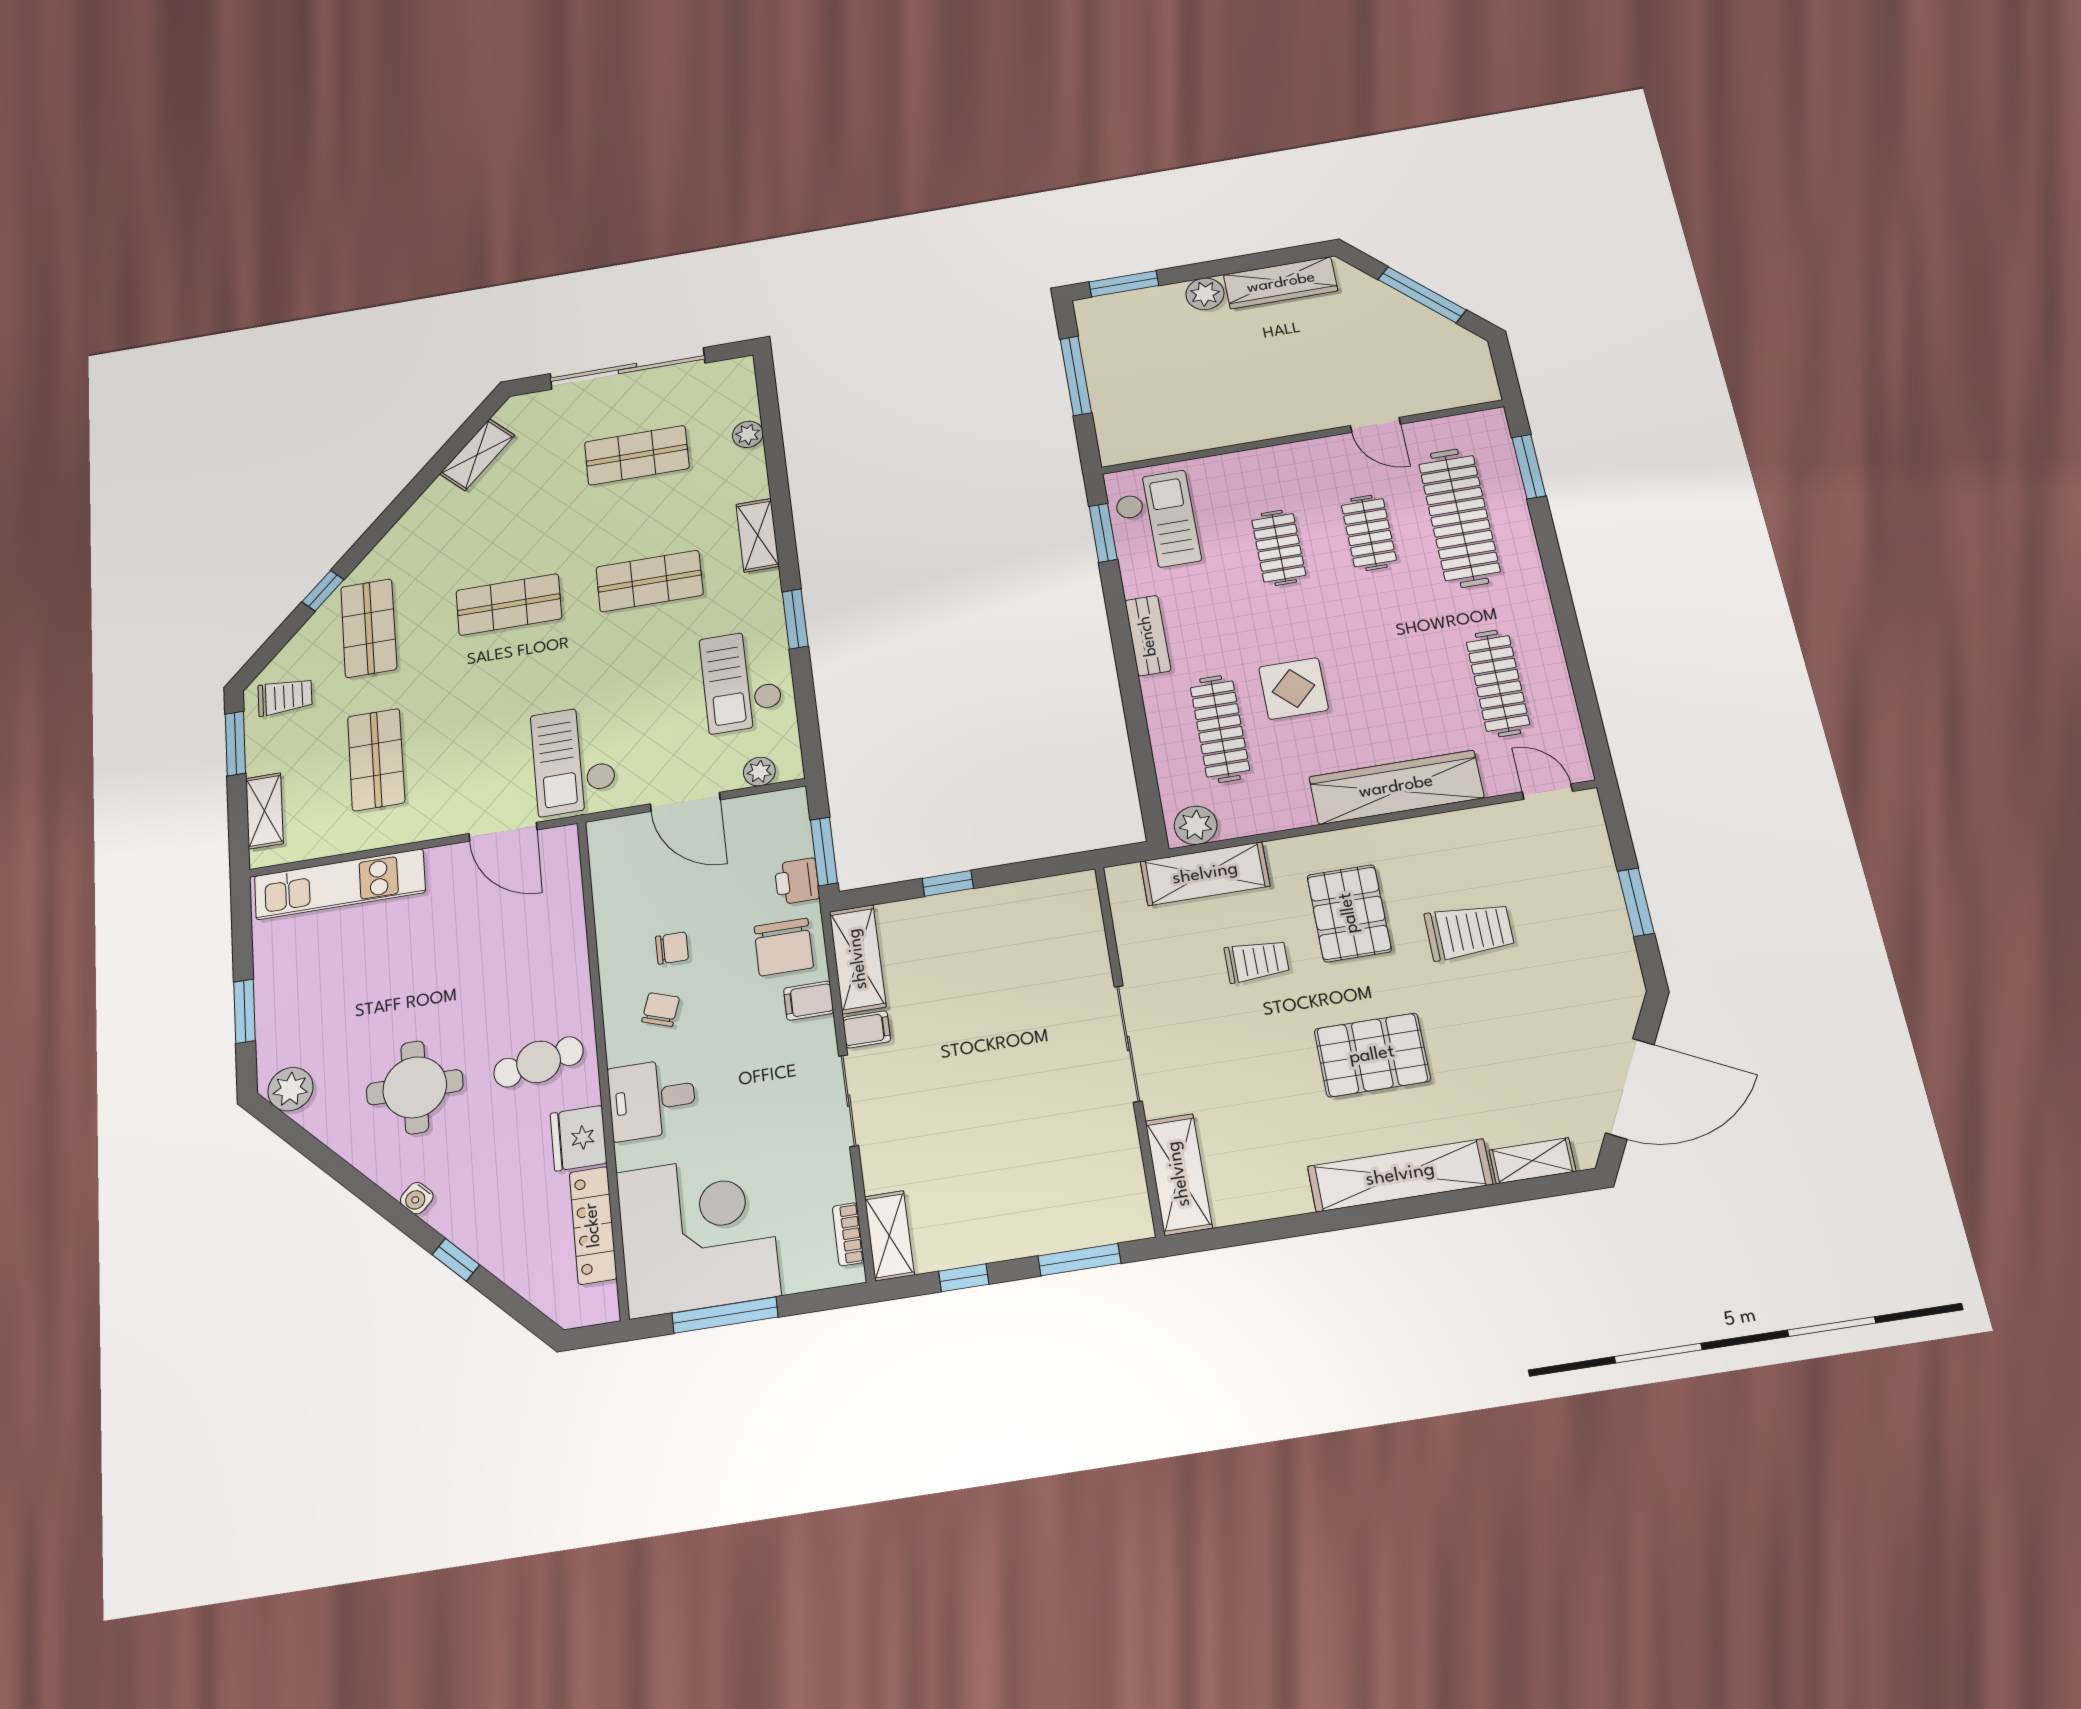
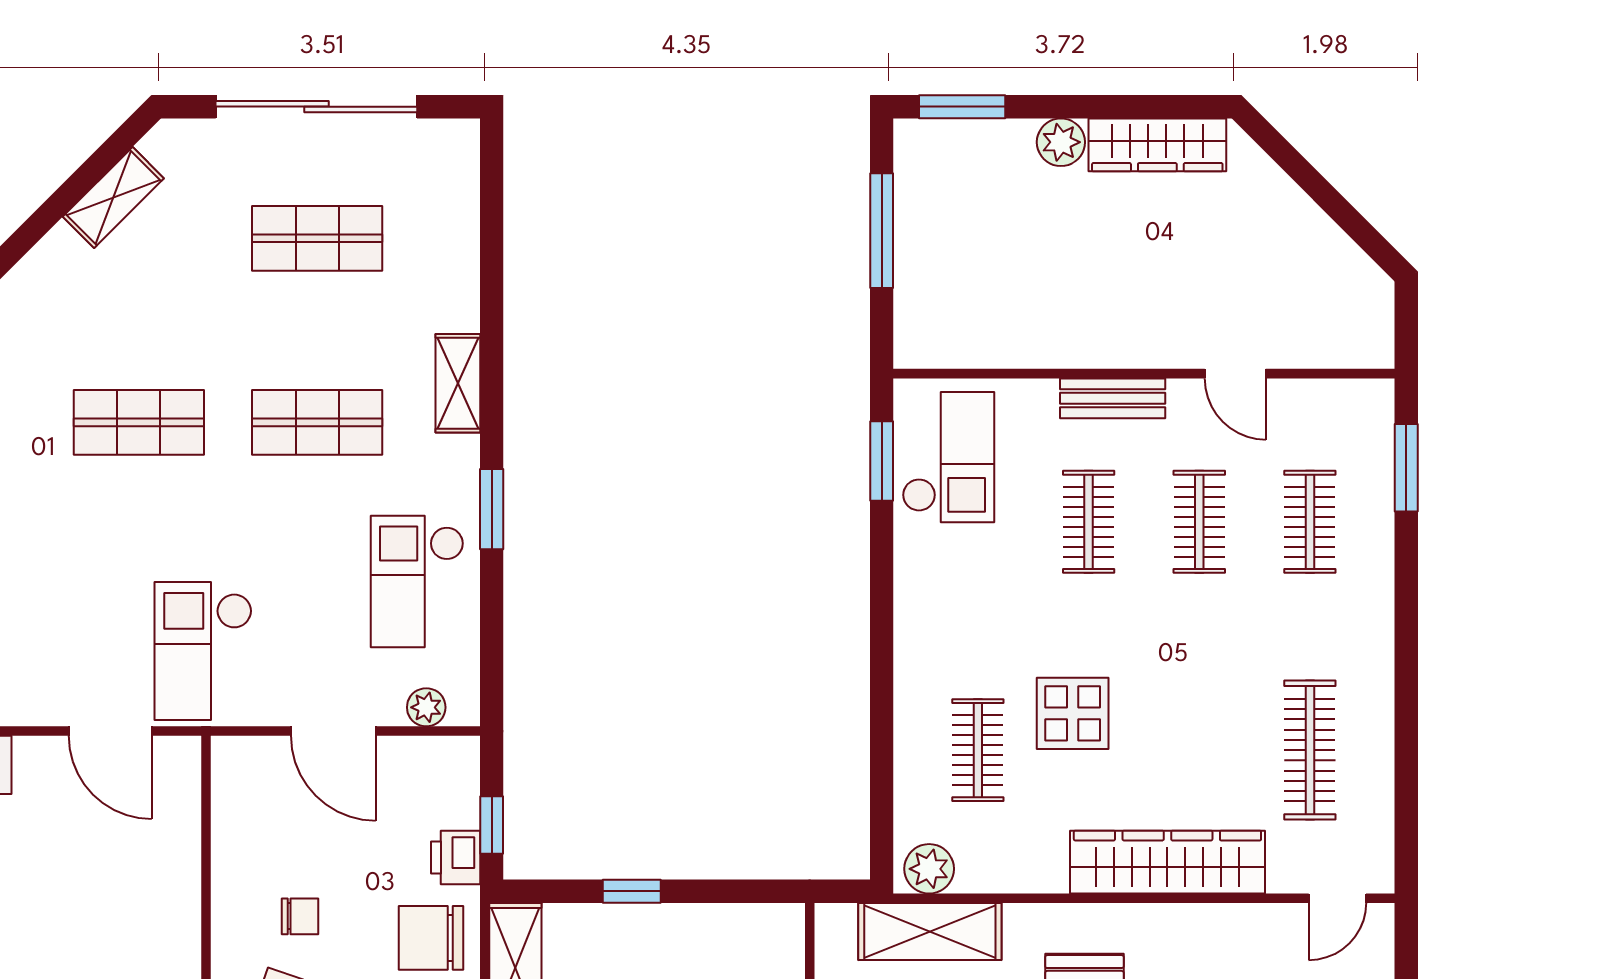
window: (1422, 295) -> (1328, 198), removed
plant: (748, 434) -> (461, 235), removed
clothes rail: (1459, 518) -> (1310, 522), width x0.54, depth x0.76
bench: (1148, 636) -> (1113, 398), moved, turned 90
clothes rail: (1220, 729) -> (978, 750), width x0.73
door: (1547, 792) -> (1337, 898), swing flipped
window: (824, 851) -> (492, 825), width x0.67
chair: (784, 947) -> (431, 938), turned 90

